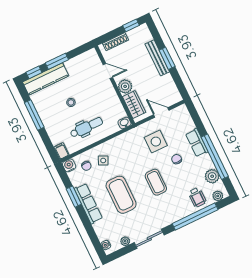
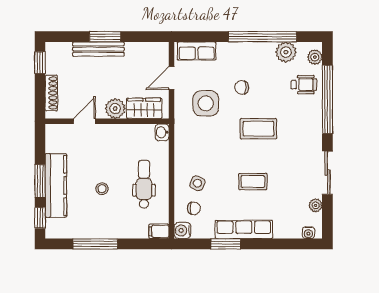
kitchen counter: (46, 79) -> (56, 185), moved
row of seats: (197, 143) -> (197, 51), moved
coffee table: (121, 195) -> (253, 182), width x0.54, depth x0.58

